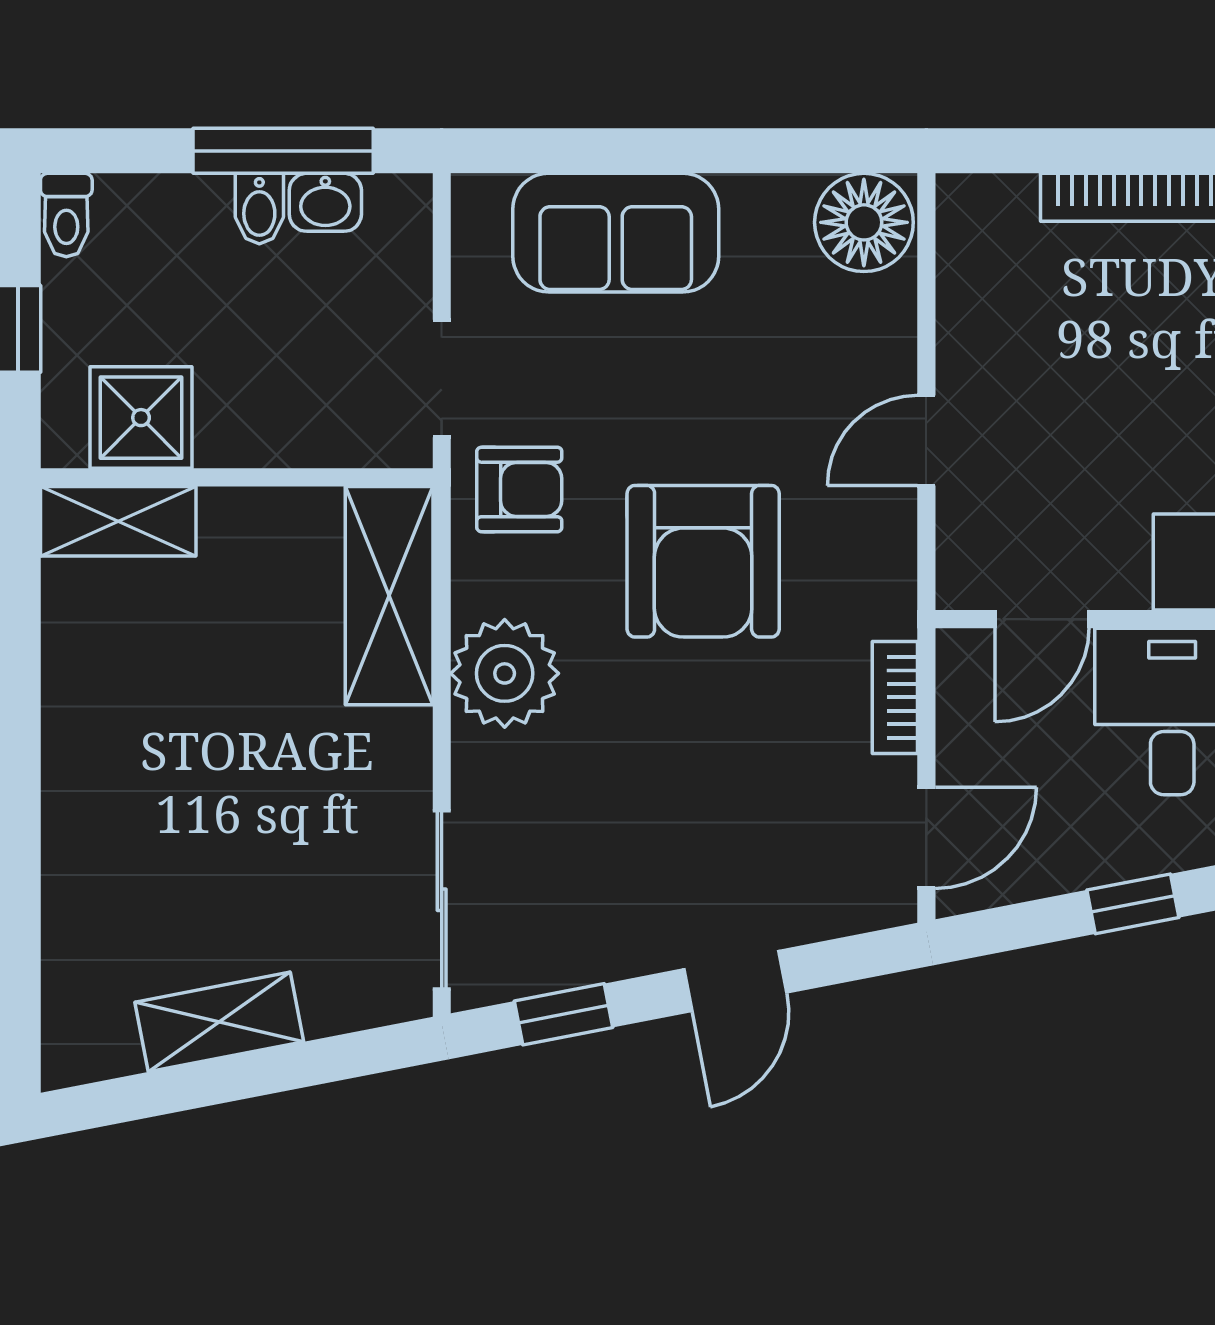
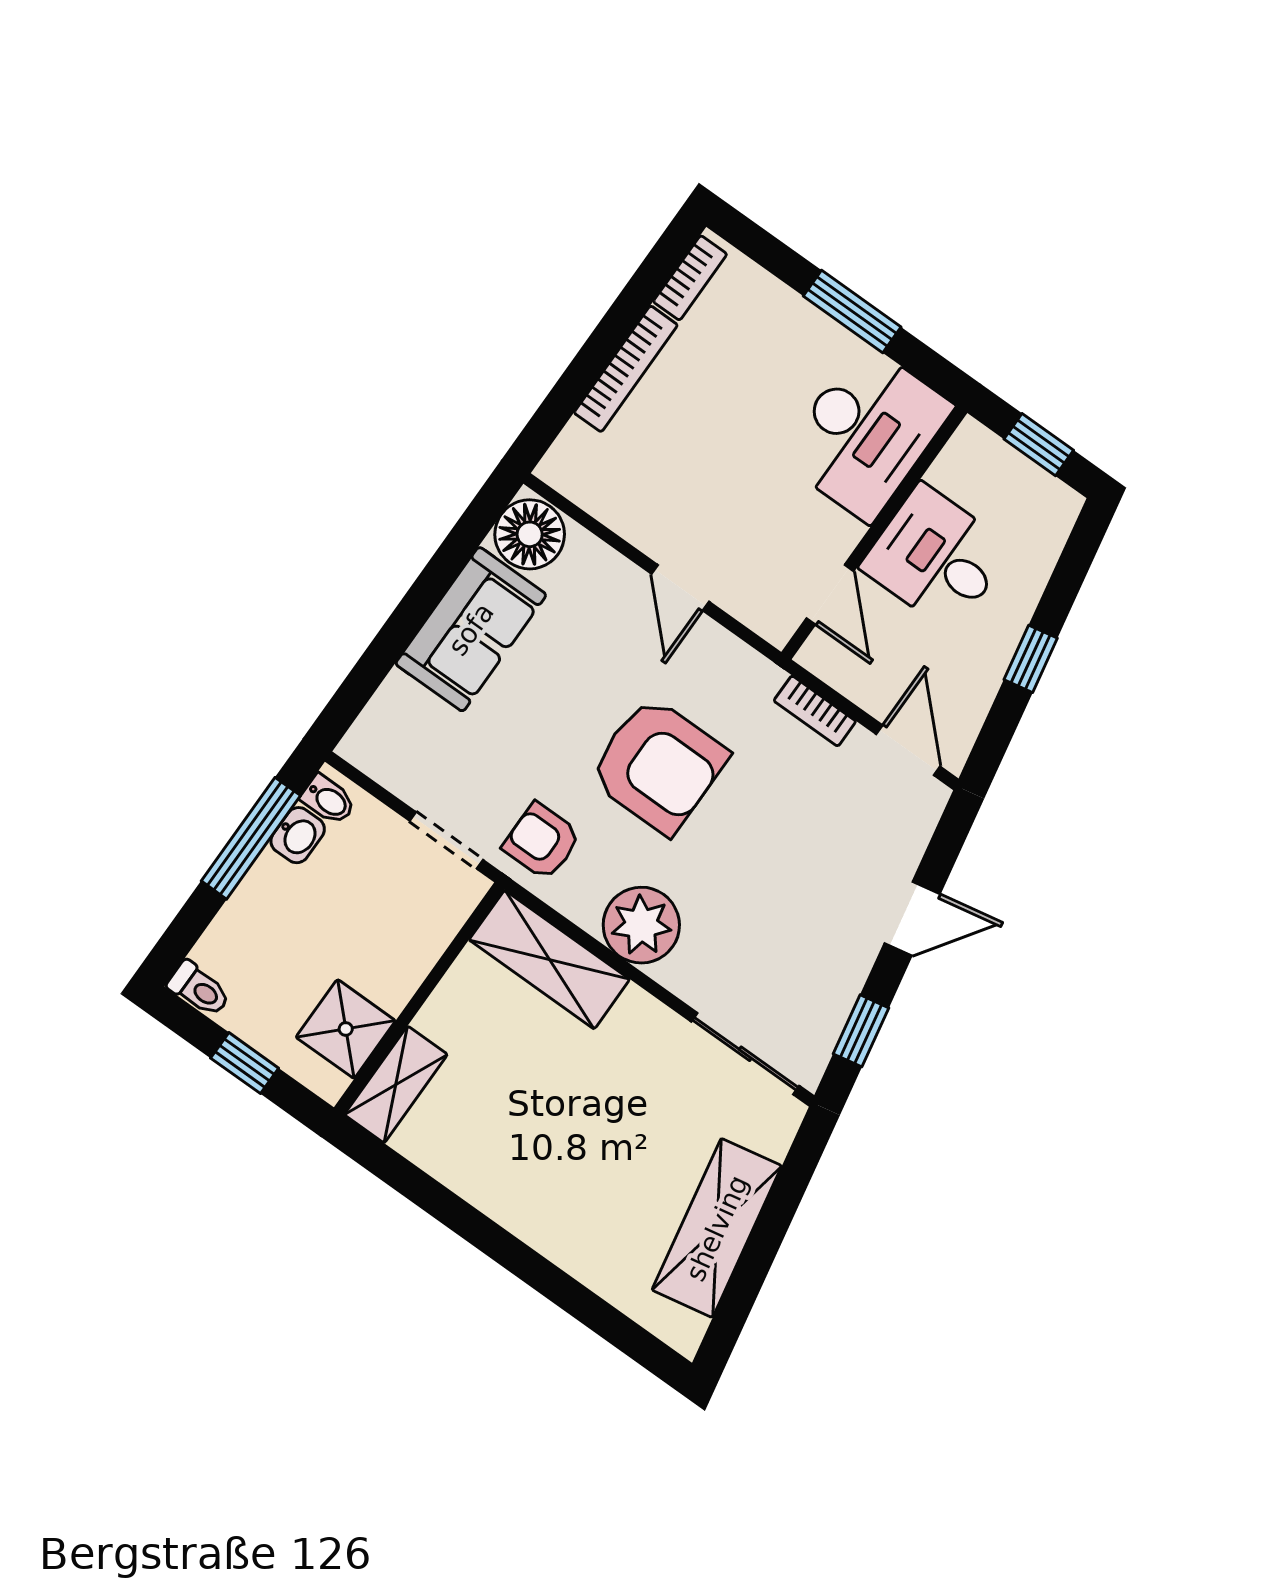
bidet: (259, 209) -> (328, 800), moved
sofa: (616, 233) -> (471, 629), moved
armchair: (519, 489) -> (542, 841), turned -90
door: (735, 981) -> (912, 919), hinge flipped
shelving: (219, 1022) -> (717, 1228), width x1.50, depth x1.33

